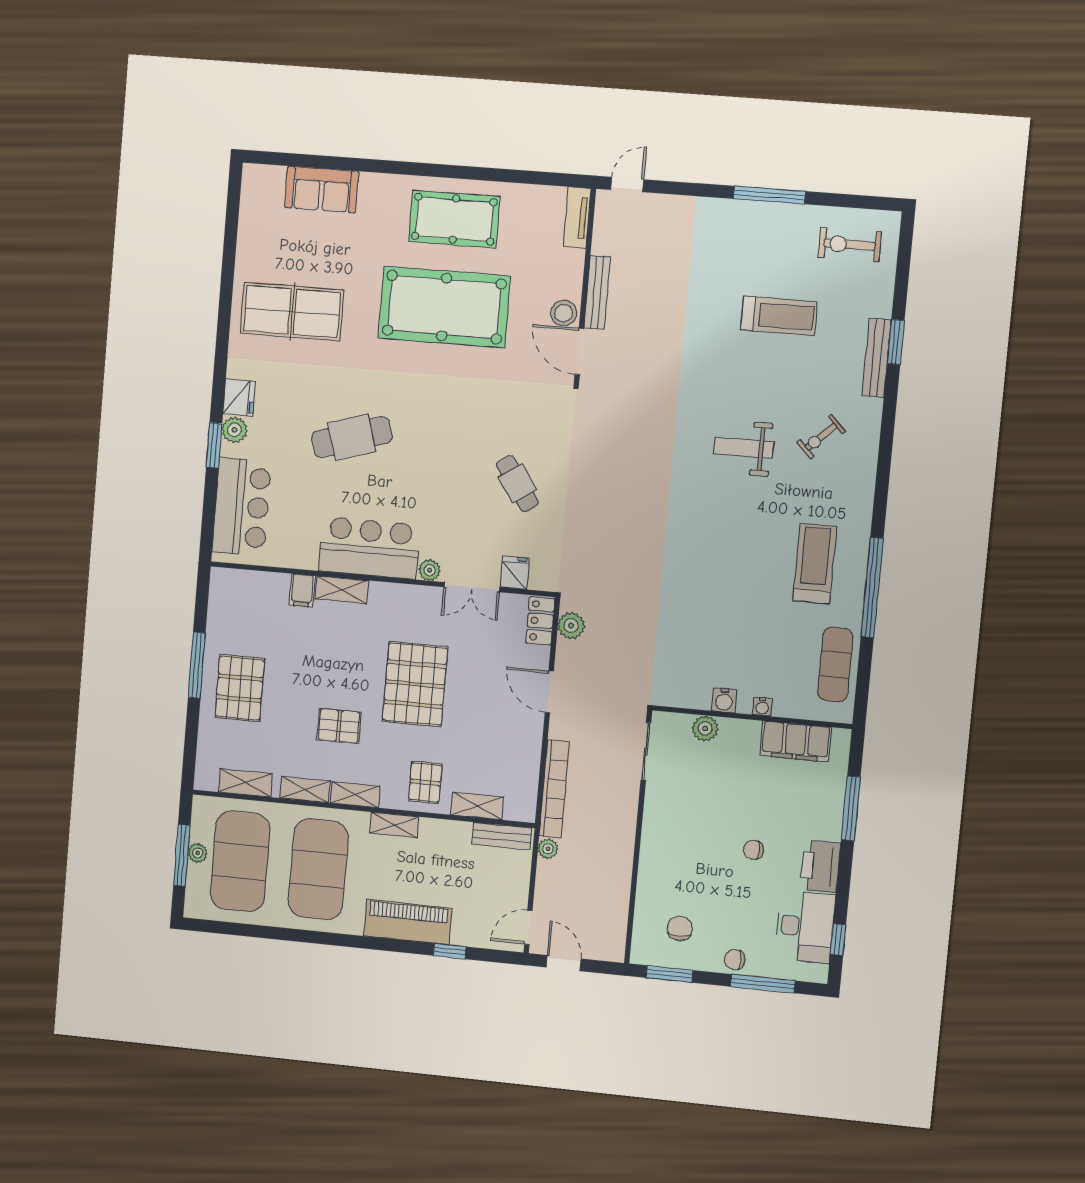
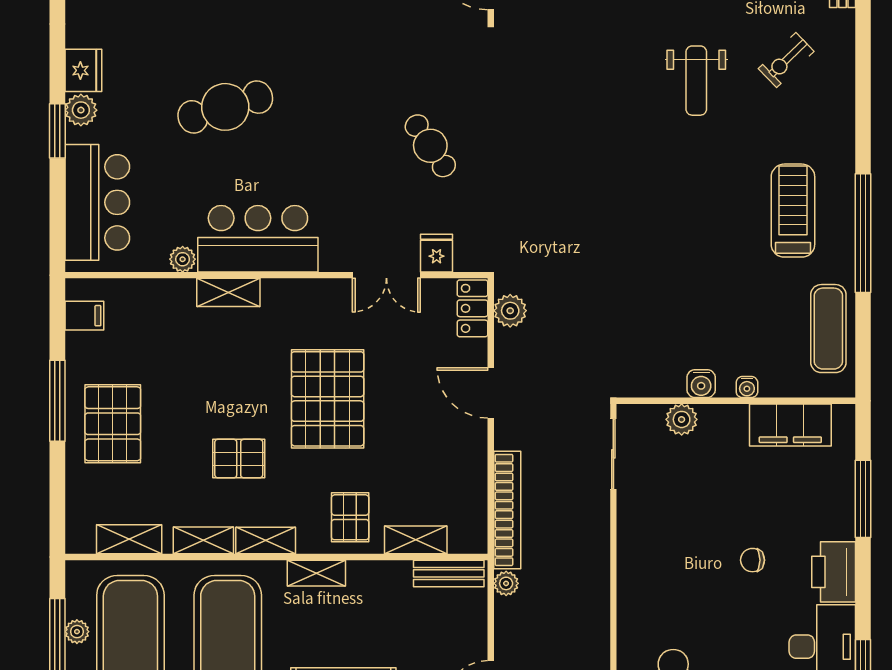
weight bench: (744, 448) -> (696, 81), turned -90
plant: (430, 570) -> (183, 259), moved
filing cabinet: (302, 590) -> (84, 316), moved, turned -90

